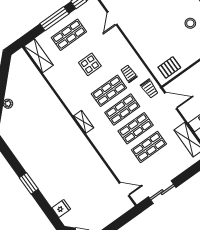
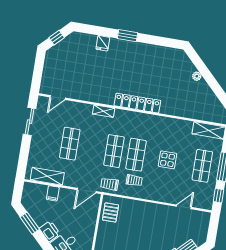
door: (112, 18) -> (184, 207), hinge flipped
shelving: (84, 122) -> (104, 111), moved
locker: (70, 127) -> (137, 103), added
shop shelf: (136, 128) -> (92, 147), removed
fridge: (61, 208) -> (103, 43), moved

